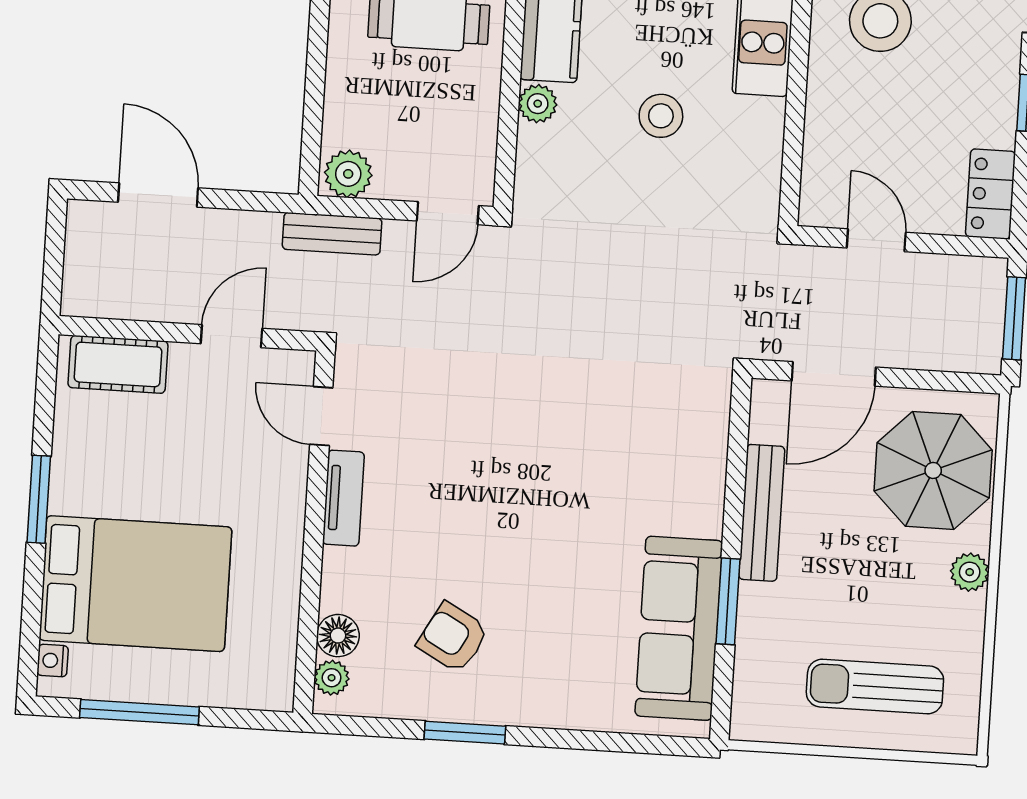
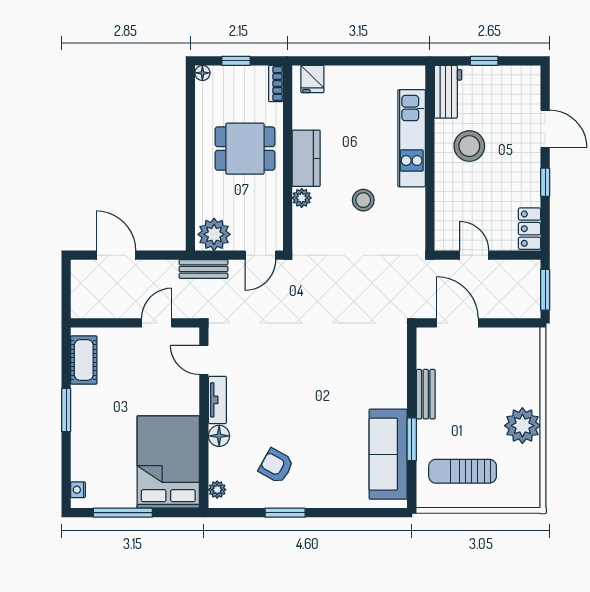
plant: (348, 174) -> (214, 234), width x1.36, depth x1.36
cot: (118, 364) -> (84, 360), moved, turned 90
door: (834, 374) -> (457, 323), swing flipped
parasol: (933, 470) -> (510, 368), removed
bench: (762, 513) -> (426, 394), width x0.73
plant: (970, 572) -> (522, 426), width x1.87, depth x1.87
bed: (135, 584) -> (168, 462), moved, turned -90
floor lamp: (338, 636) -> (219, 436), moved
sun lounger: (875, 686) -> (463, 471), moved

